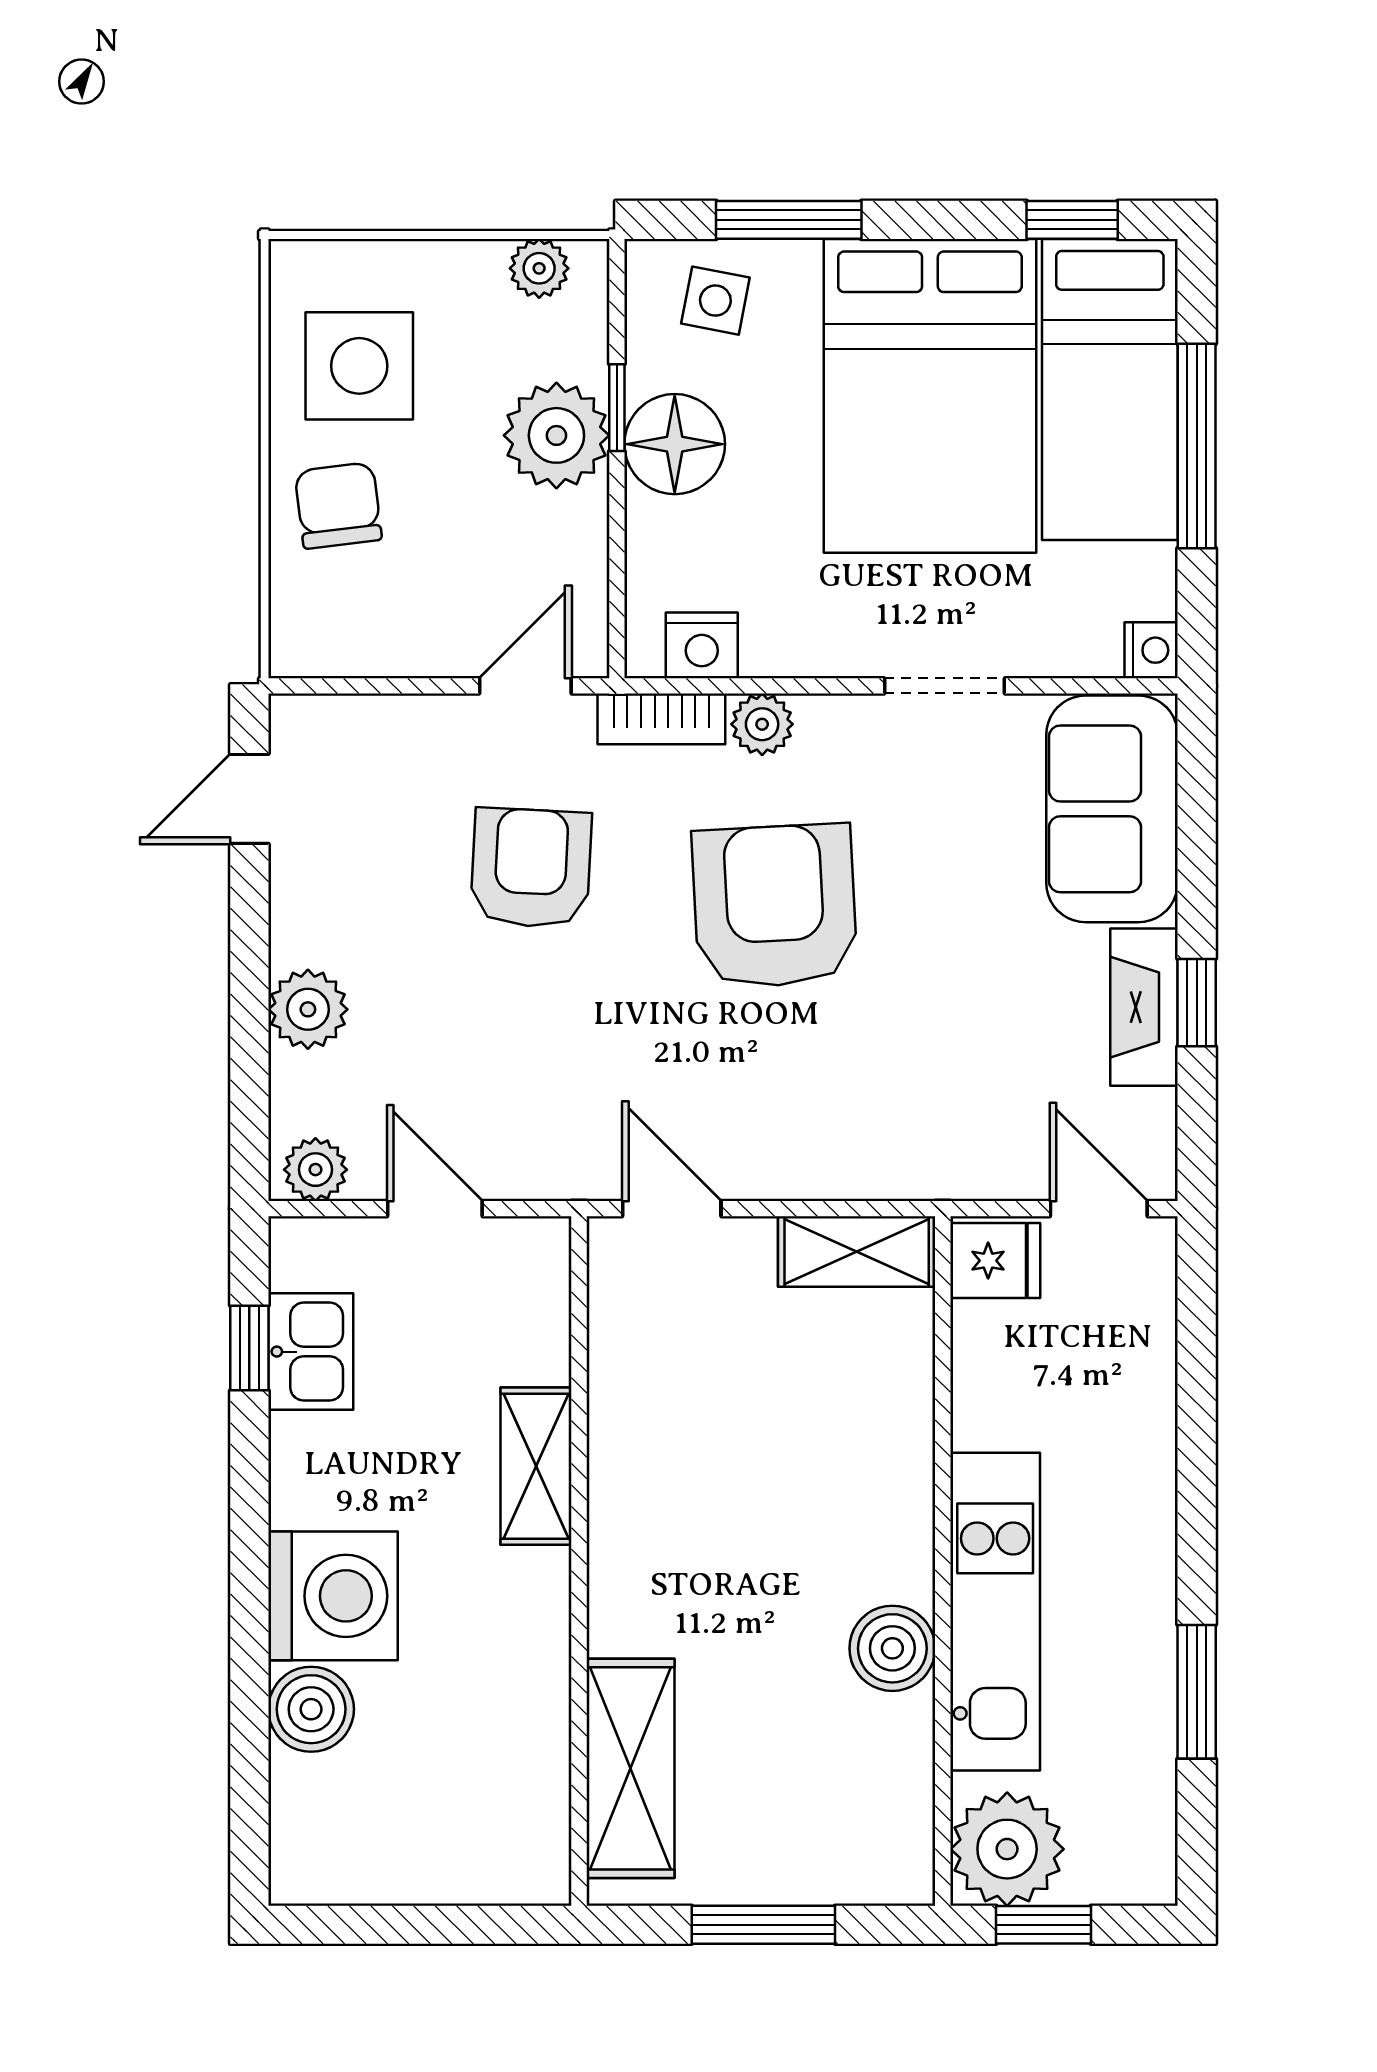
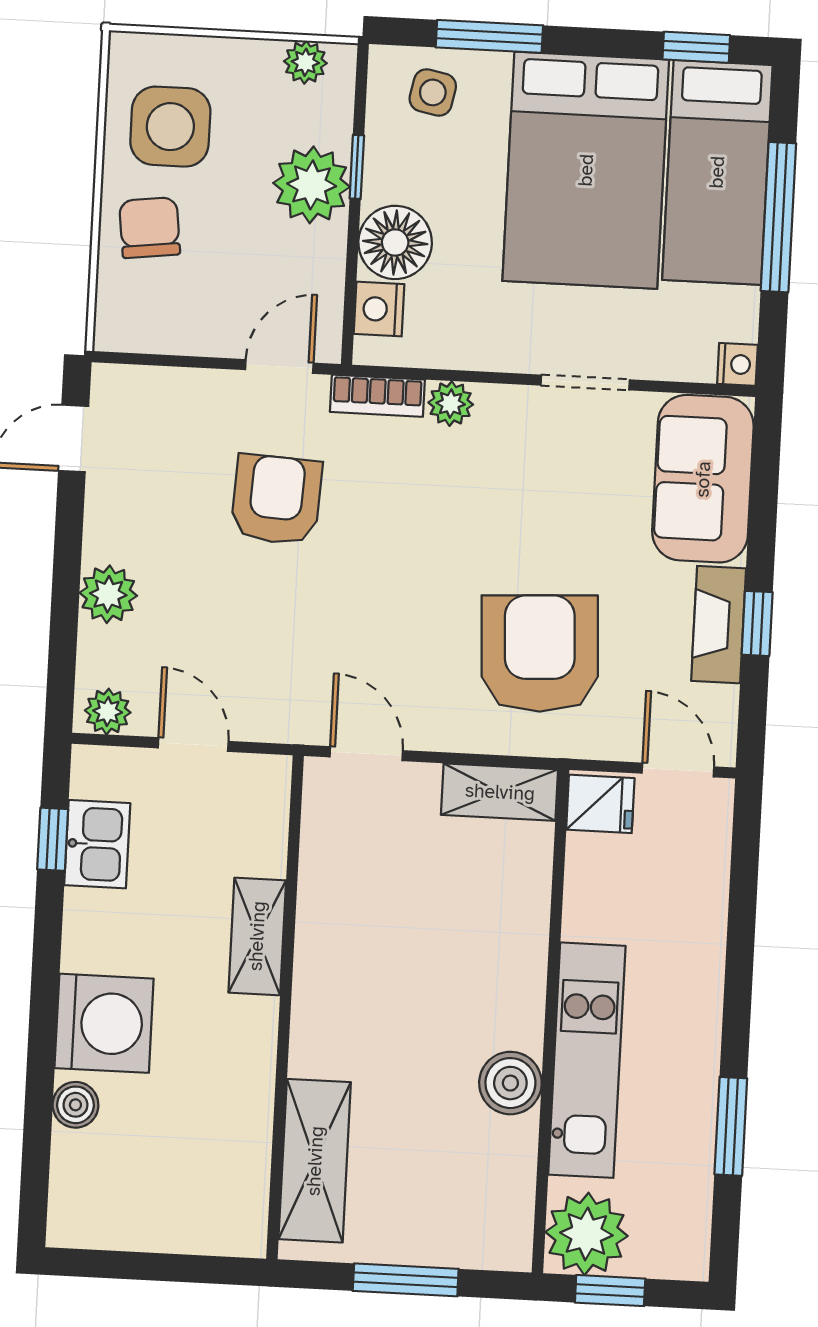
floor lamp: (675, 444) -> (395, 242), moved
nightstand: (702, 645) -> (379, 309), moved, turned 90
armchair: (775, 906) -> (540, 653), moved
boiler: (311, 1709) -> (75, 1105), width x0.73, depth x0.73

